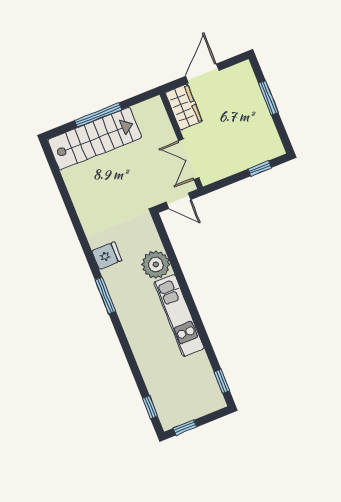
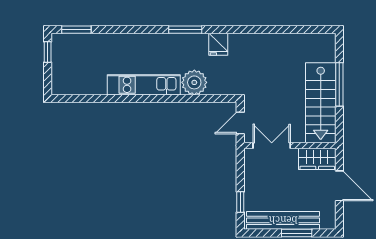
bench: (261, 117) -> (283, 220), added
stairs: (95, 139) -> (321, 103), moved
window: (222, 381) -> (74, 99), removed
window: (150, 407) -> (76, 30), width x1.50

